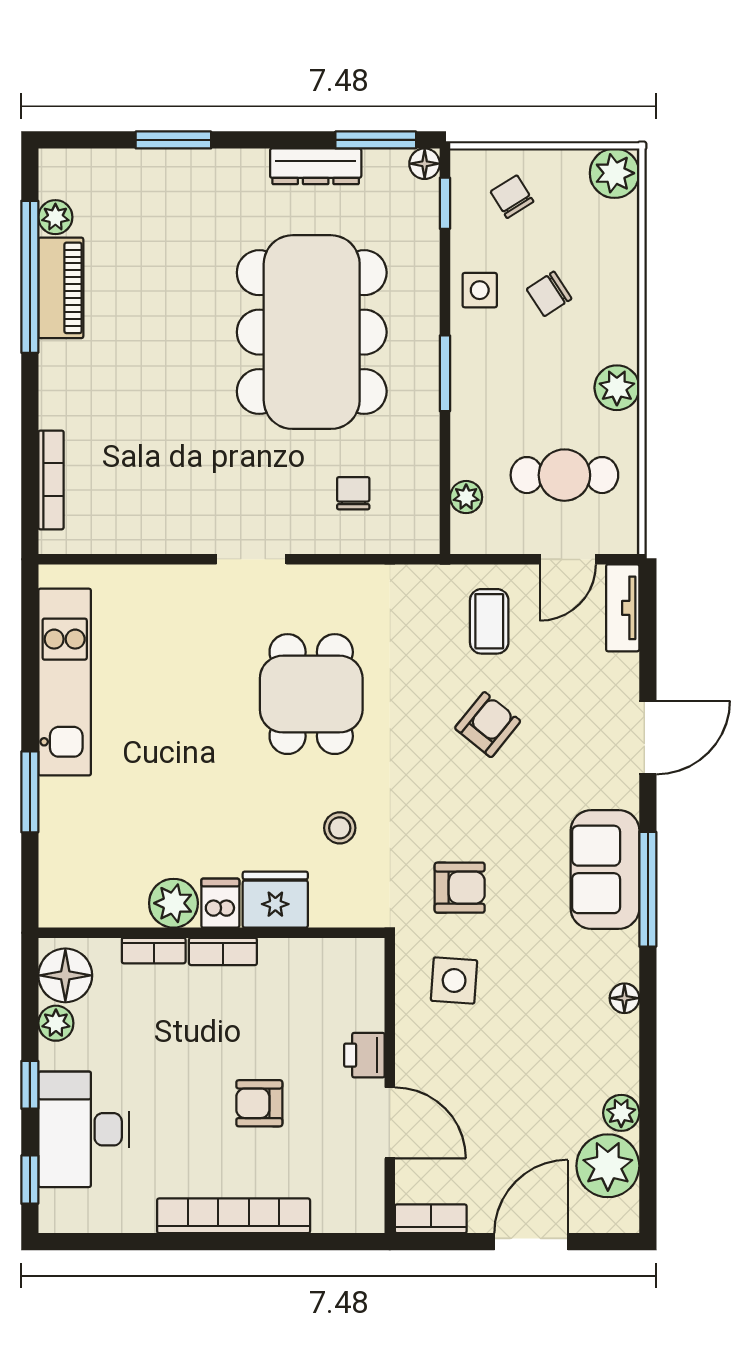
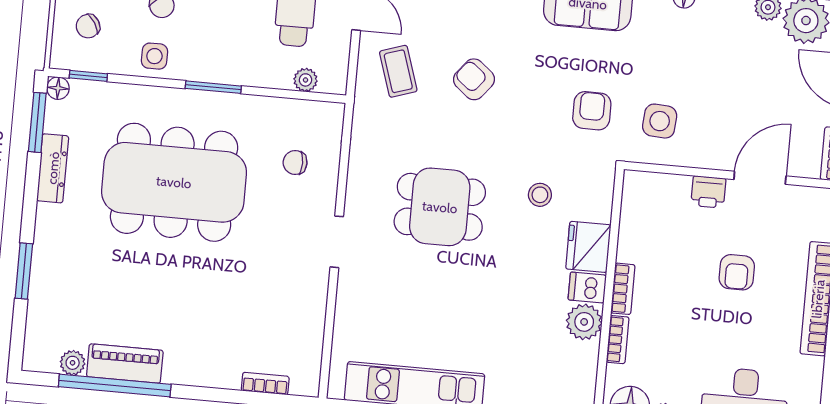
bookcase: (51, 480) -> (265, 384), width x0.64
coffee table: (489, 621) -> (398, 71), turned 72

